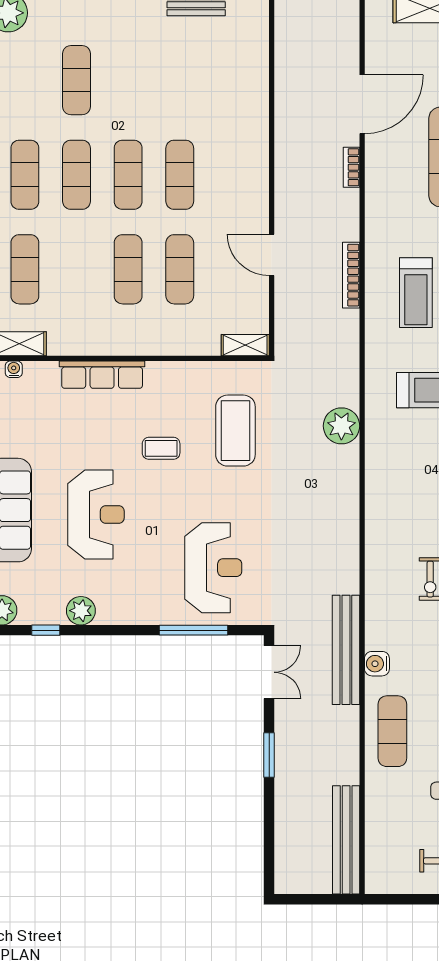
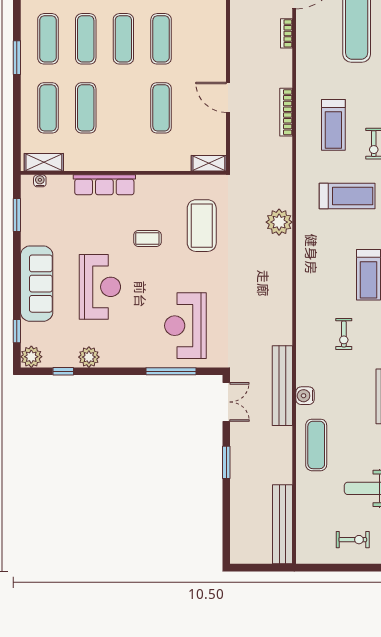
exercise mat: (128, 269) -> (86, 108), moved
reception desk: (213, 568) -> (185, 326), turned 180

